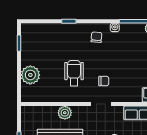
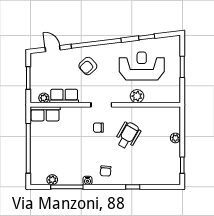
wheelchair: (74, 73) -> (128, 135), turned -150
plant: (30, 75) -> (175, 138), width x0.53, depth x0.53

